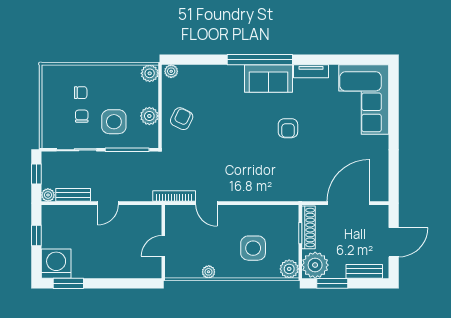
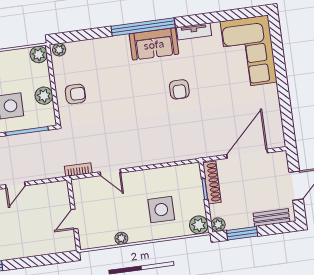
armchair: (182, 119) -> (75, 94), turned 64
bookcase: (174, 196) -> (78, 170), width x0.64
plant: (315, 265) -> (218, 225), width x0.53, depth x0.53

